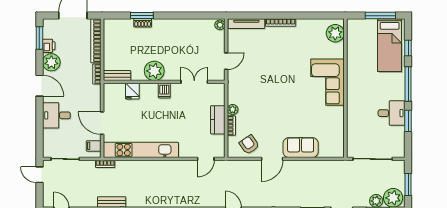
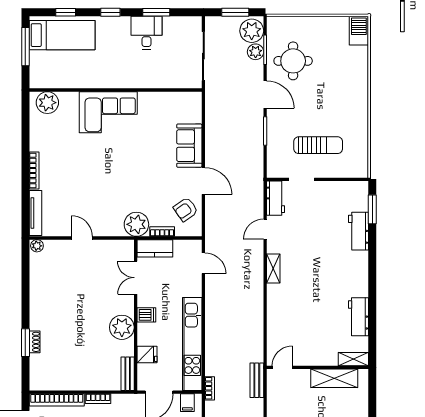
plant: (154, 71) -> (122, 327), moved
bench: (117, 76) -> (128, 374), moved
wall: (164, 82) -> (136, 315), moved
double door: (194, 82) -> (136, 278), moved
window: (408, 84) -> (110, 12), width x0.46
fridge: (132, 91) -> (147, 355), moved
dishwasher: (164, 91) -> (146, 315), moved
plant: (233, 110) -> (136, 224), width x1.87, depth x1.87

